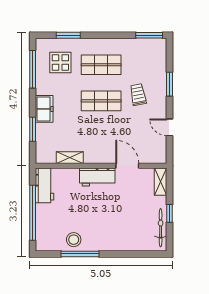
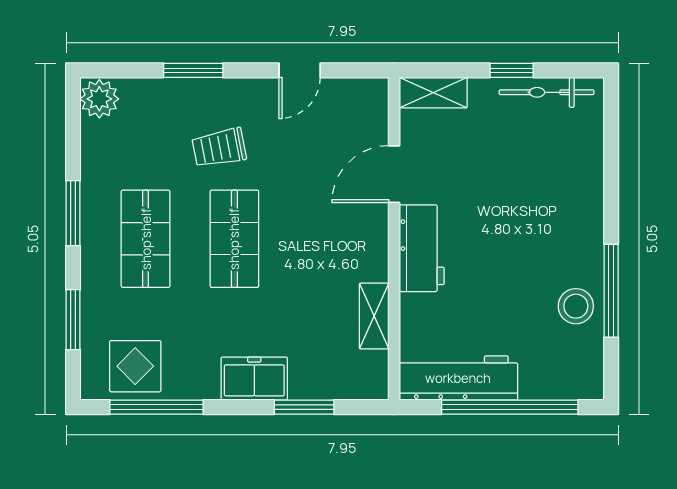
window: (149, 35) -> (73, 213), moved
plant: (158, 46) -> (99, 99), added
display table: (60, 63) -> (135, 366), moved
workbench: (44, 185) -> (458, 378), width x1.38

